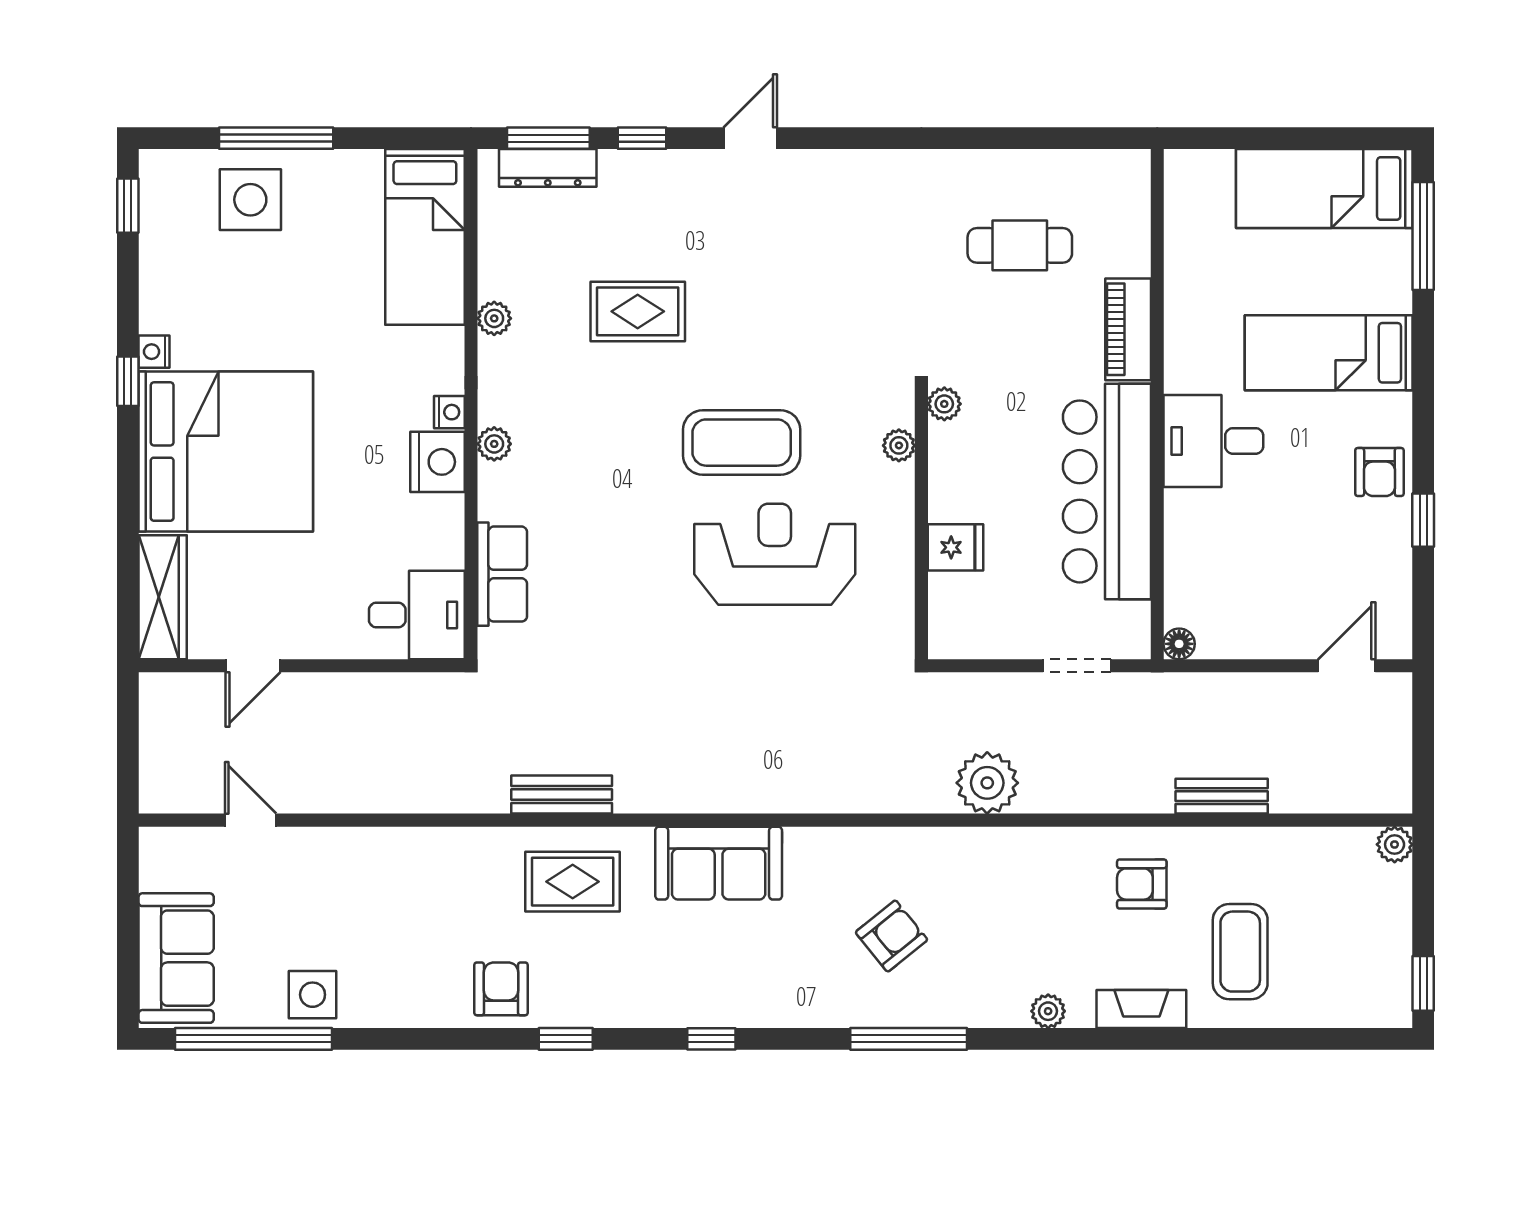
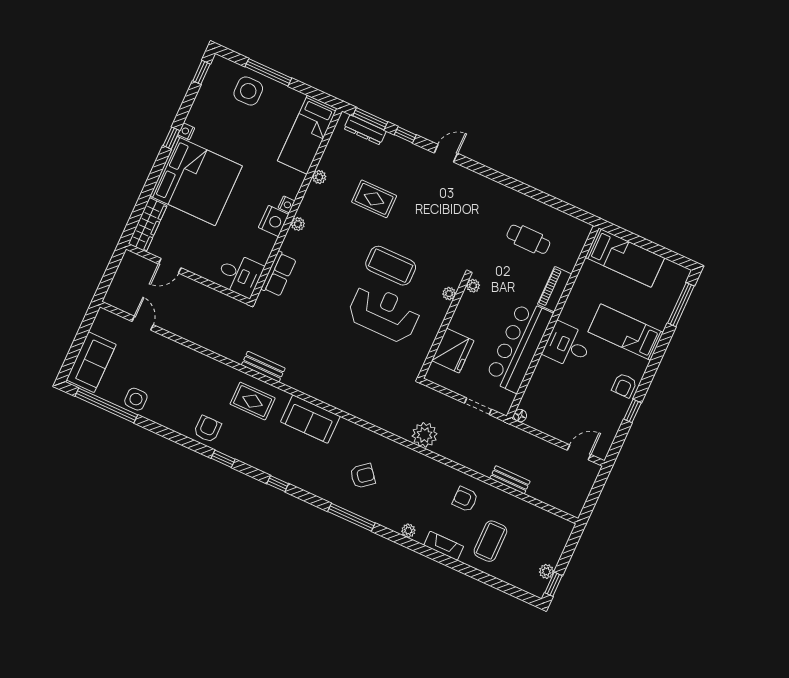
bed: (1324, 189) -> (625, 258), moved, turned 180
fridge: (955, 547) -> (453, 351), width x1.88, depth x1.34
plant: (1395, 844) -> (546, 571), moved

